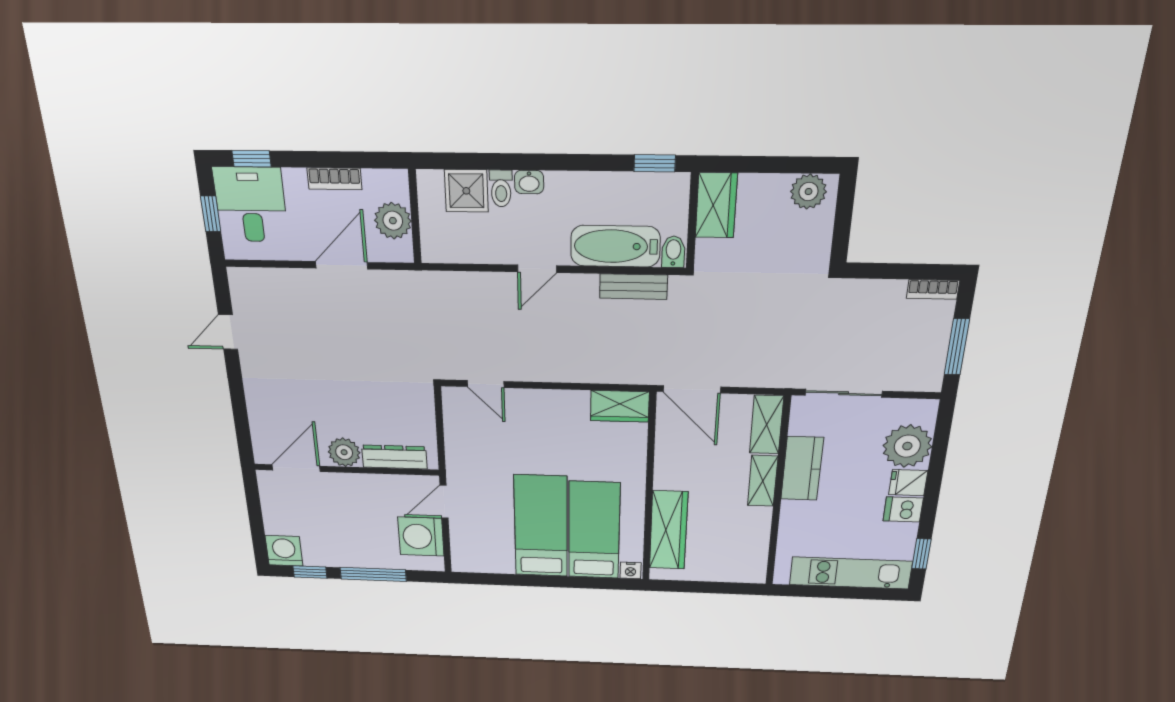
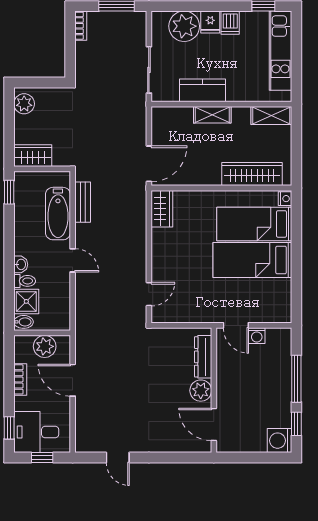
bidet: (673, 252) -> (24, 322), moved, turned 180
shelving: (767, 425) -> (271, 115), moved
washing machine: (421, 537) -> (257, 336), width x0.53, depth x0.53

